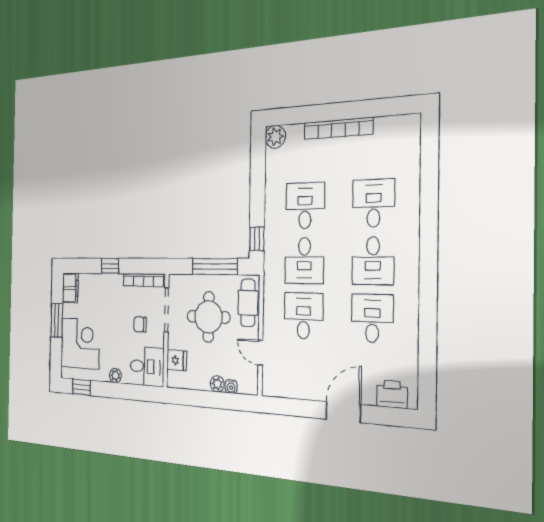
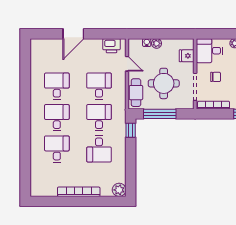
desk: (374, 203) -> (57, 149), turned 180
desk: (304, 316) -> (99, 86), turned 180
desk: (372, 318) -> (57, 86), turned 180
printer: (392, 394) -> (111, 46), moved

